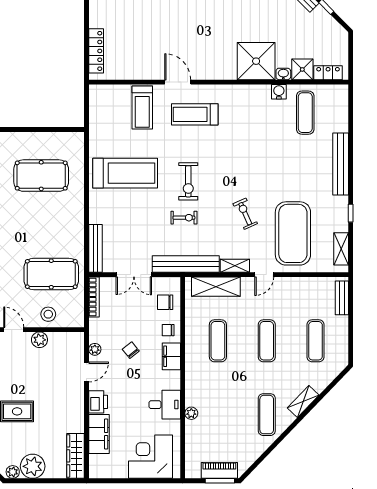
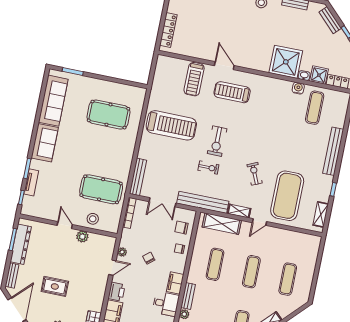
bench: (342, 298) -> (188, 296), moved
filing cabinet: (171, 356) -> (175, 283), moved

